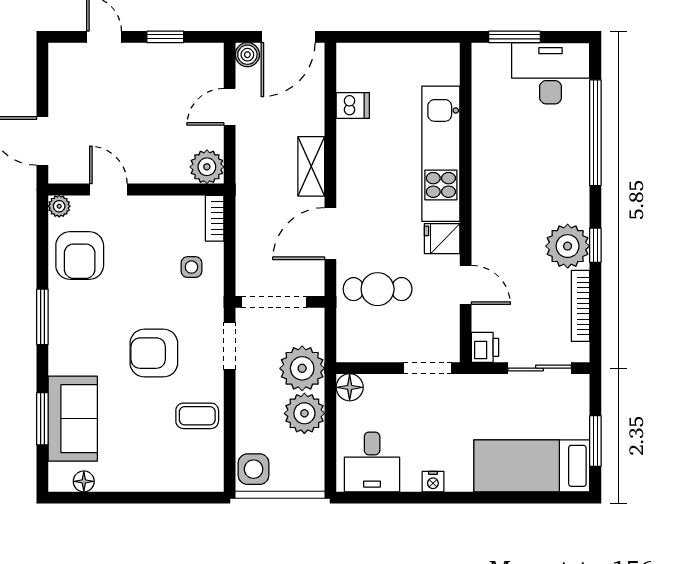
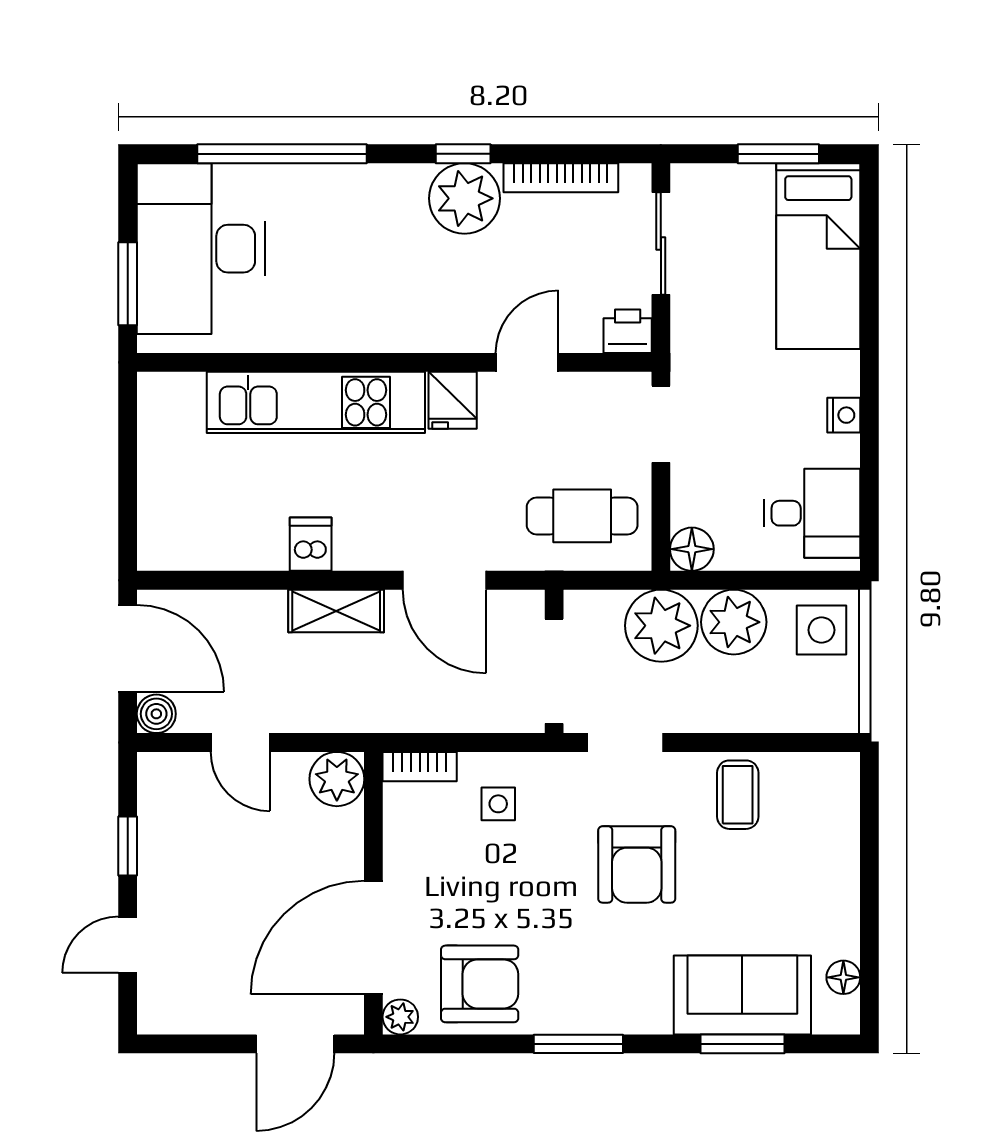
desk: (551, 73) -> (201, 249), width x1.36, depth x1.30
dishwasher: (353, 105) -> (311, 544), moved
door: (108, 189) -> (373, 938), width x1.88
cafe table: (378, 289) -> (582, 516), moved, turned 90
side table: (254, 469) -> (821, 630), moved

